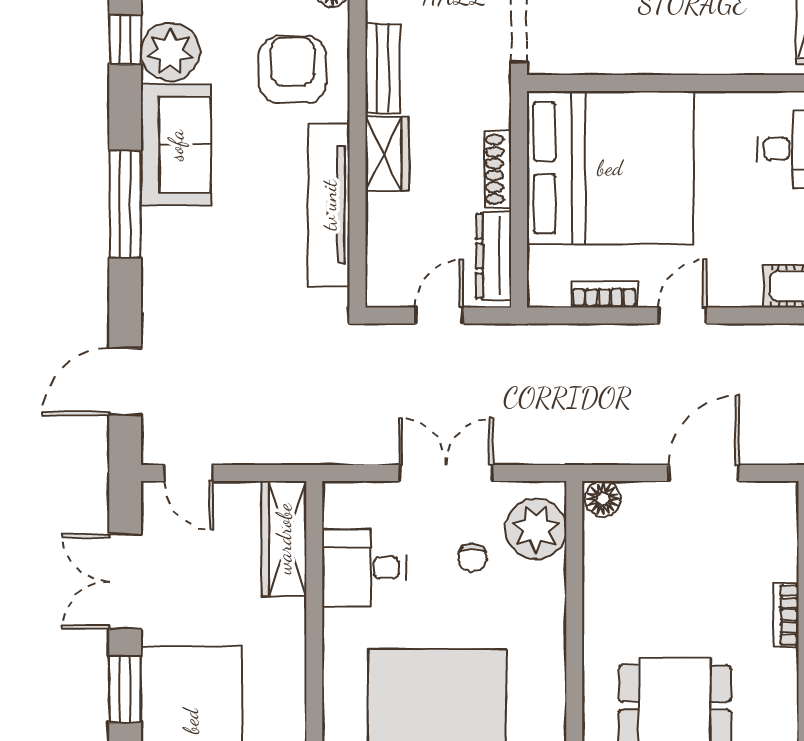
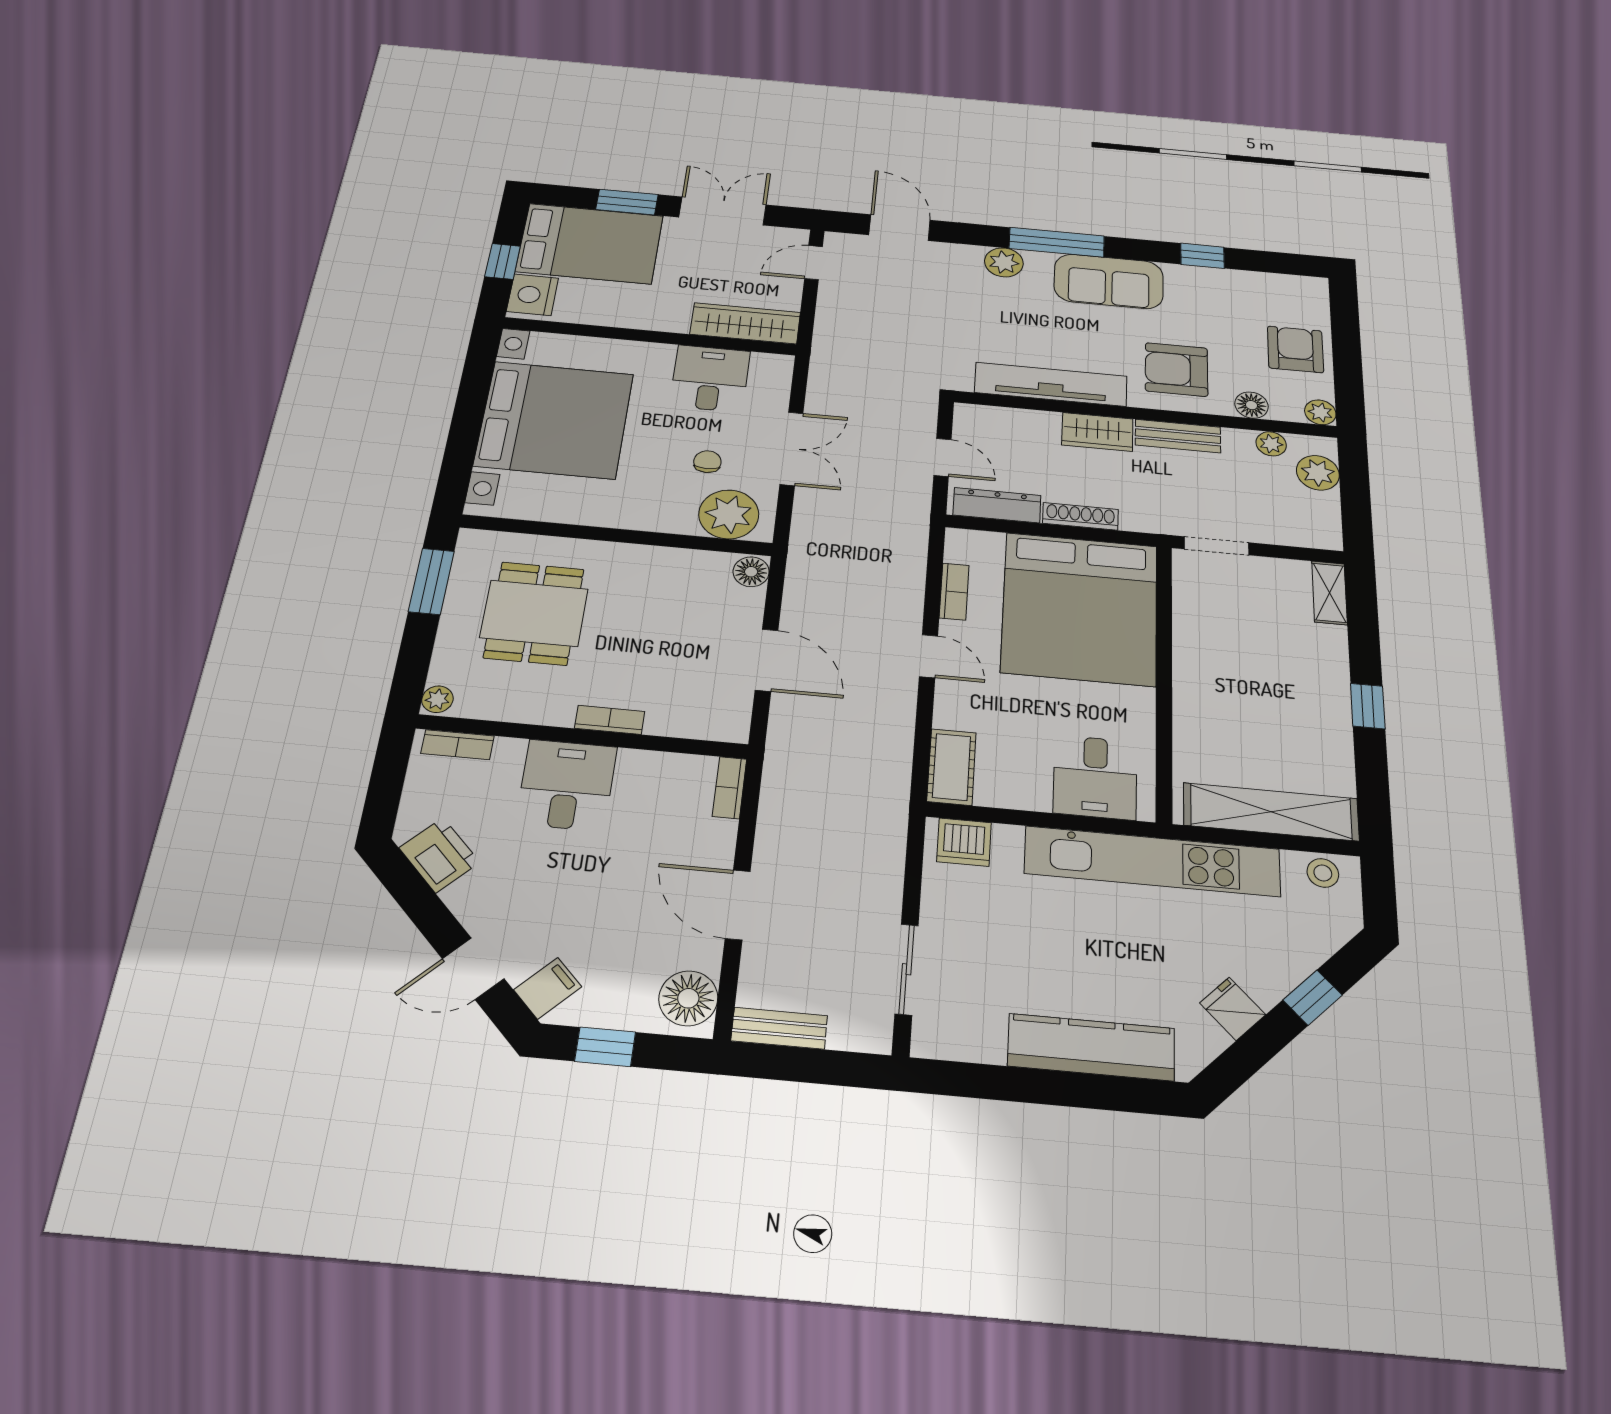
plant: (170, 52) -> (1004, 262), moved, width x0.73, depth x0.73
armchair: (292, 69) -> (1176, 369), turned 180
chair: (473, 558) -> (707, 462), turned 90

